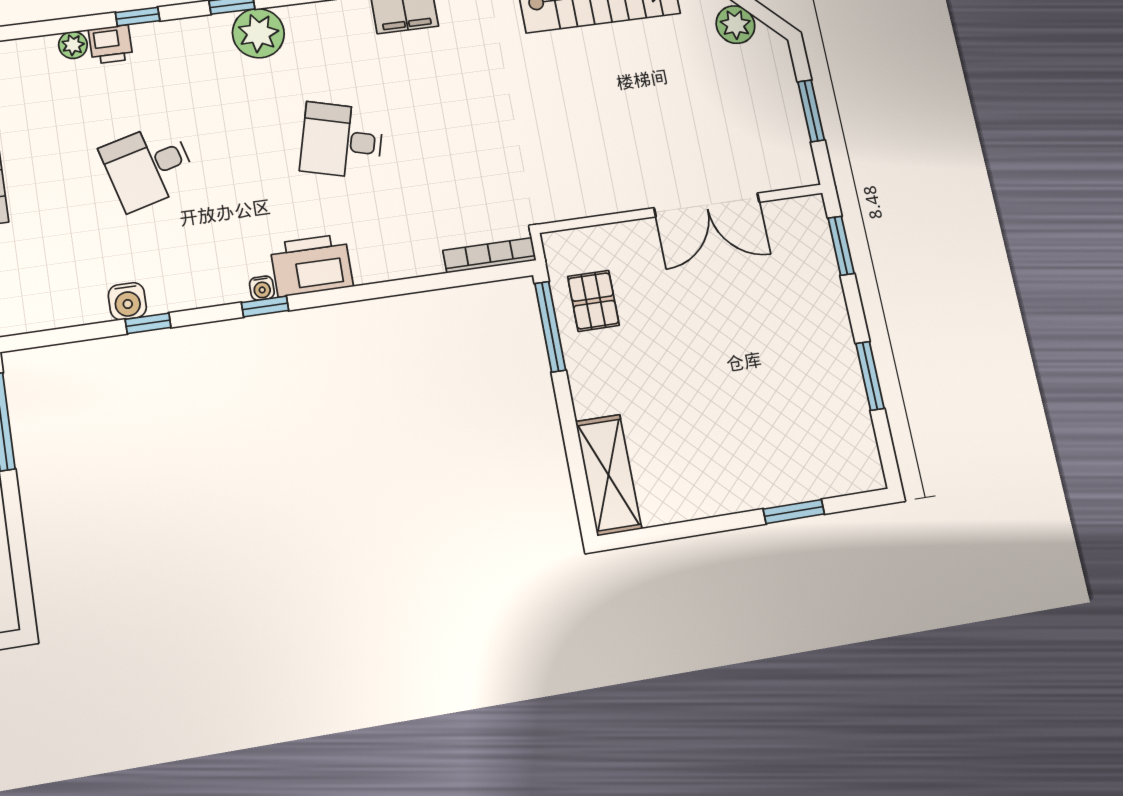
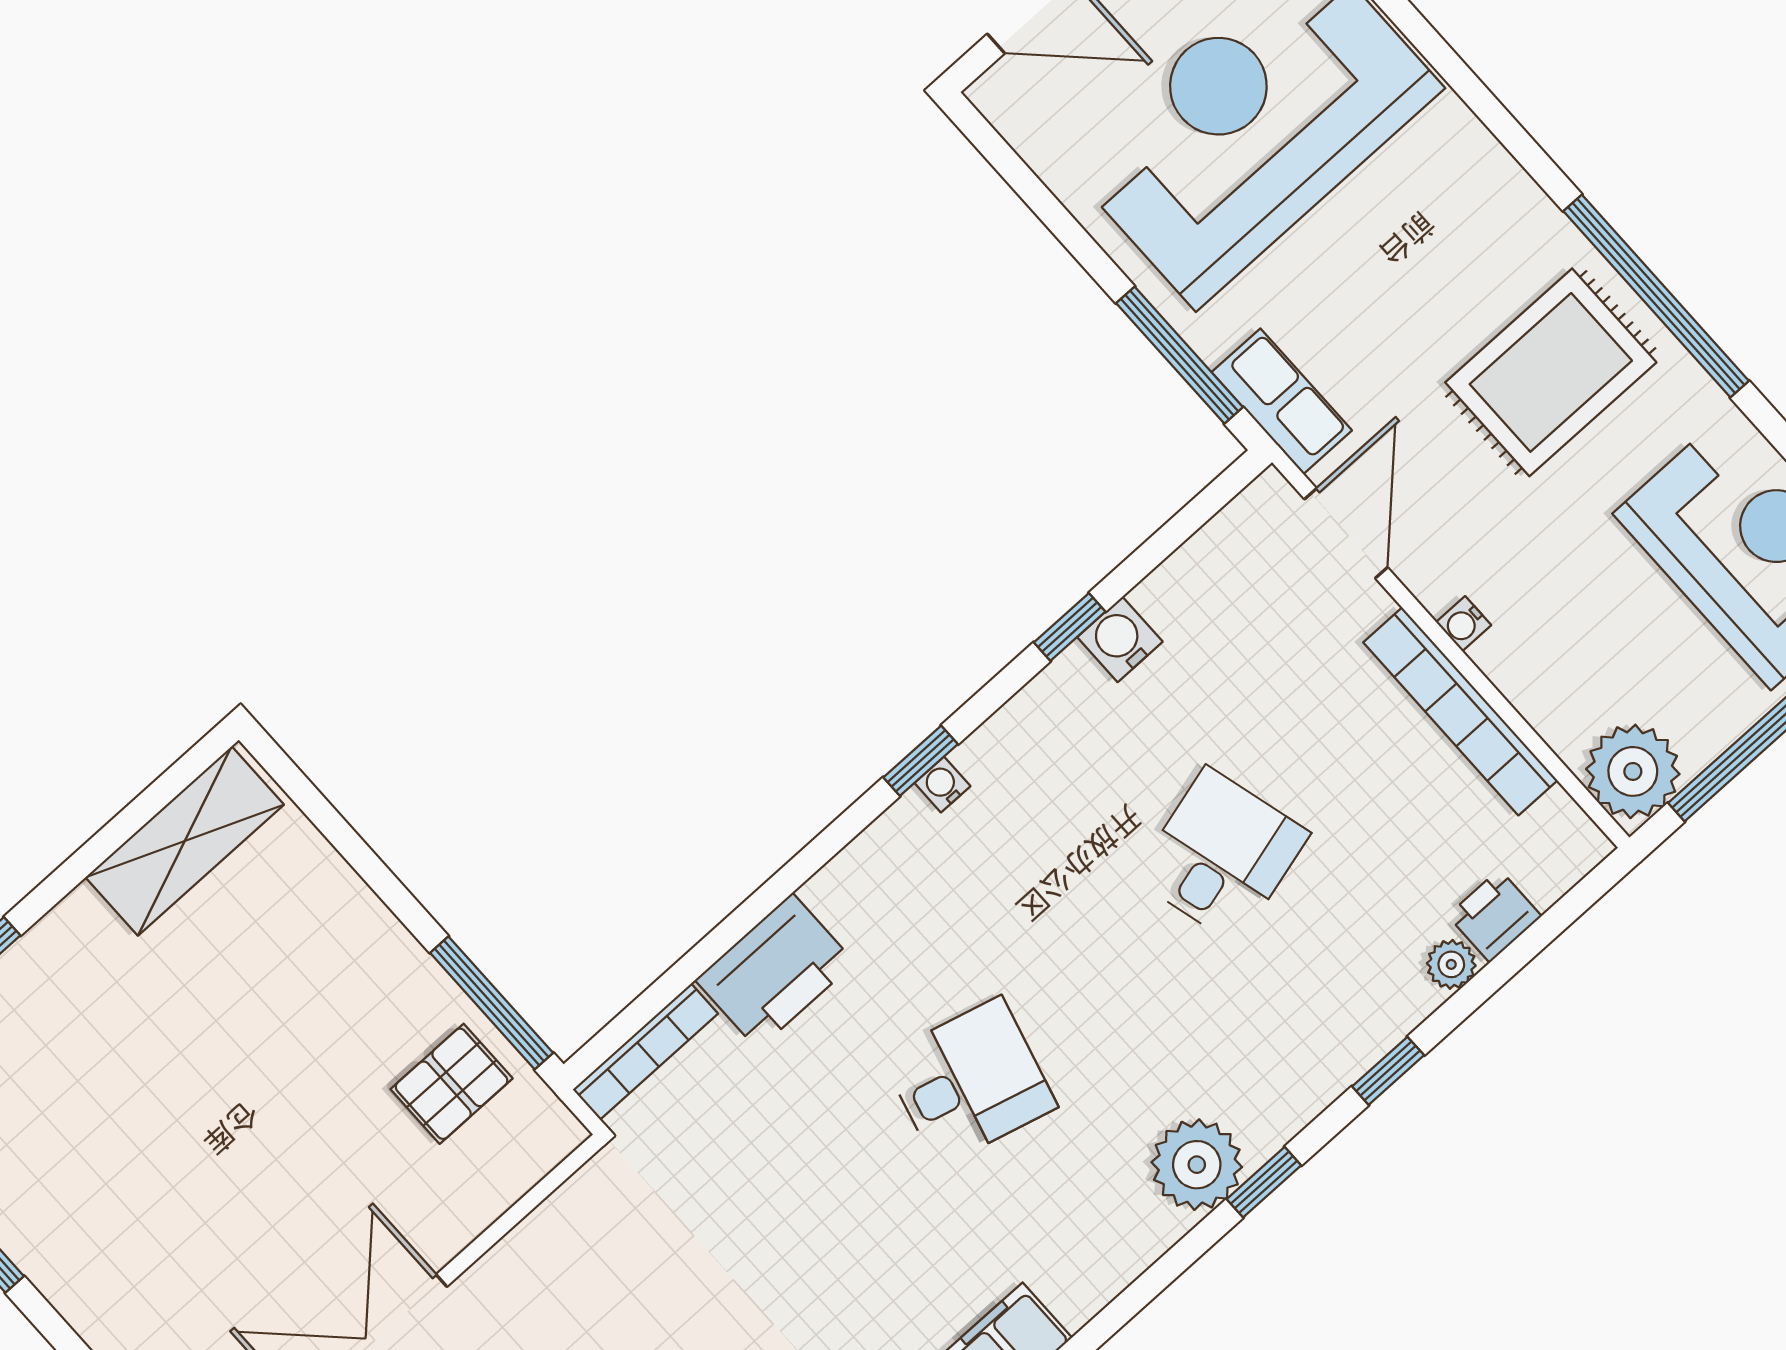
printer: (111, 44) -> (1495, 916), moved
printer: (312, 265) -> (775, 971), moved
pallet: (593, 301) -> (452, 1084), turned 90
shelving: (608, 475) -> (185, 841), moved, turned 90

